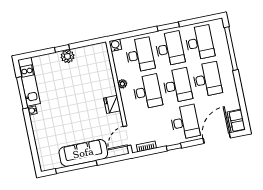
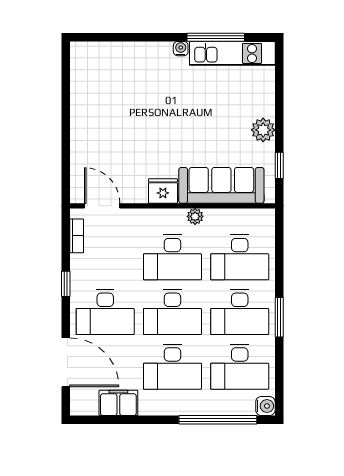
water cooler: (115, 45) -> (265, 406), moved
window: (62, 48) -> (279, 165), moved
filing cabinet: (236, 121) -> (118, 403), moved
sofa: (83, 153) -> (221, 185), moved, turned -90
window: (76, 167) -> (66, 105), removed

